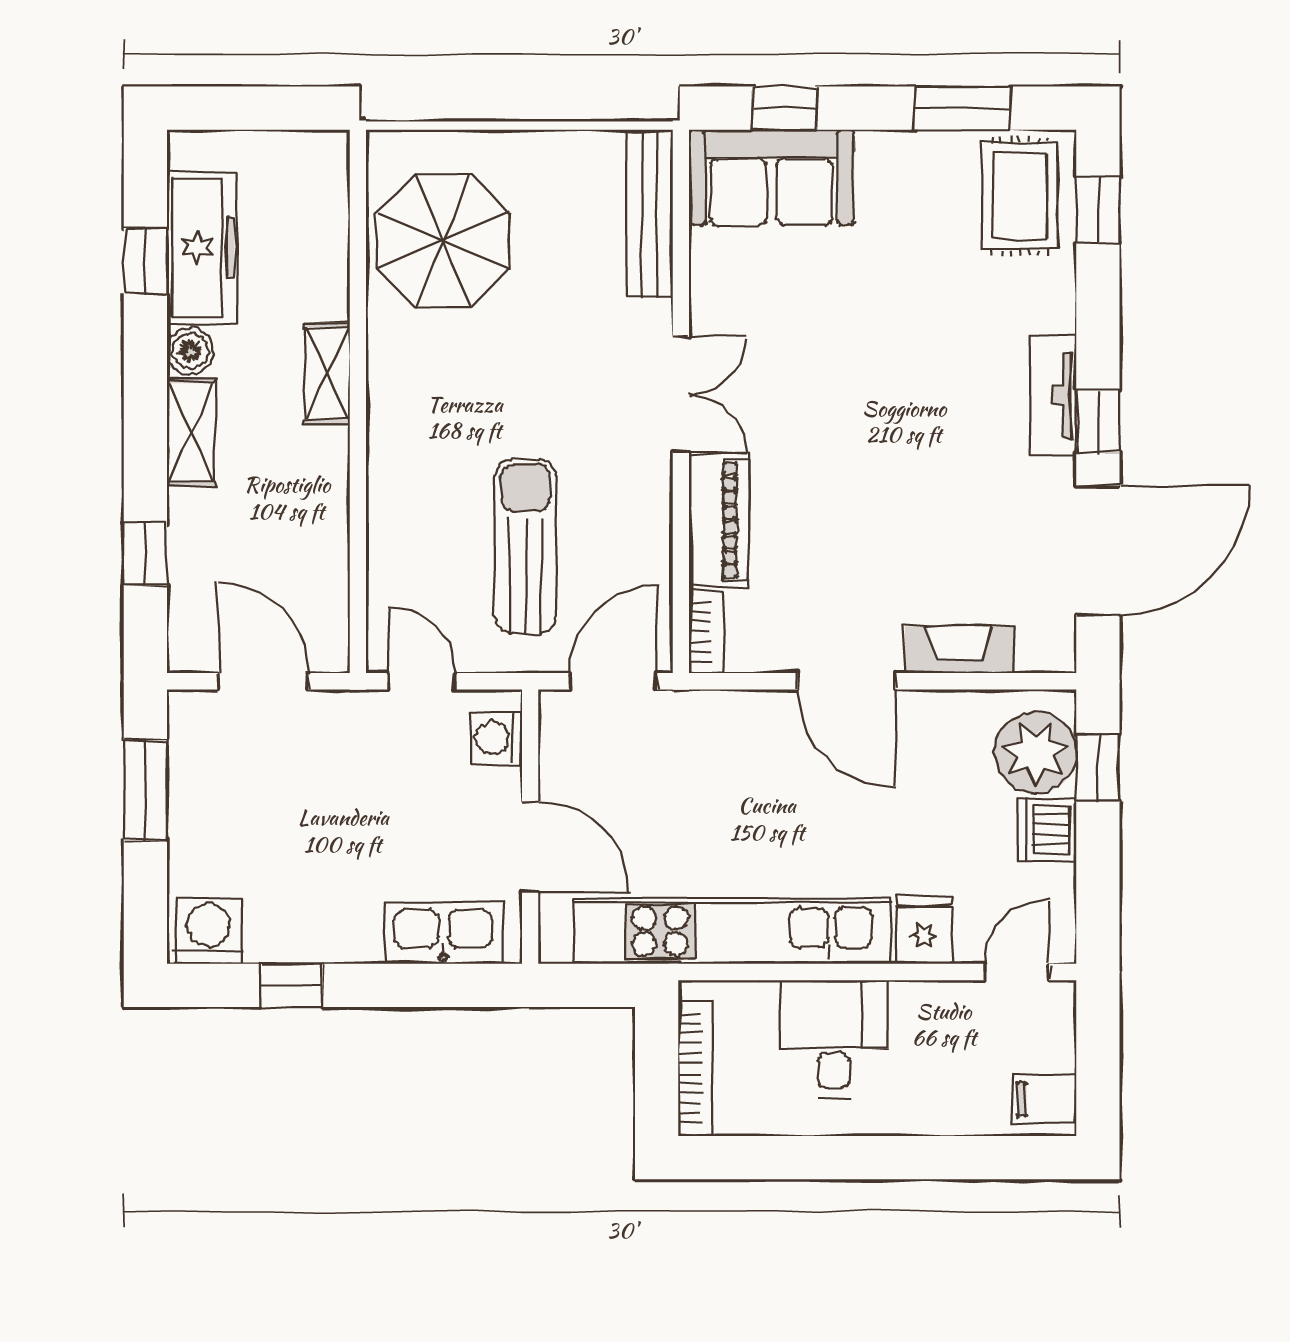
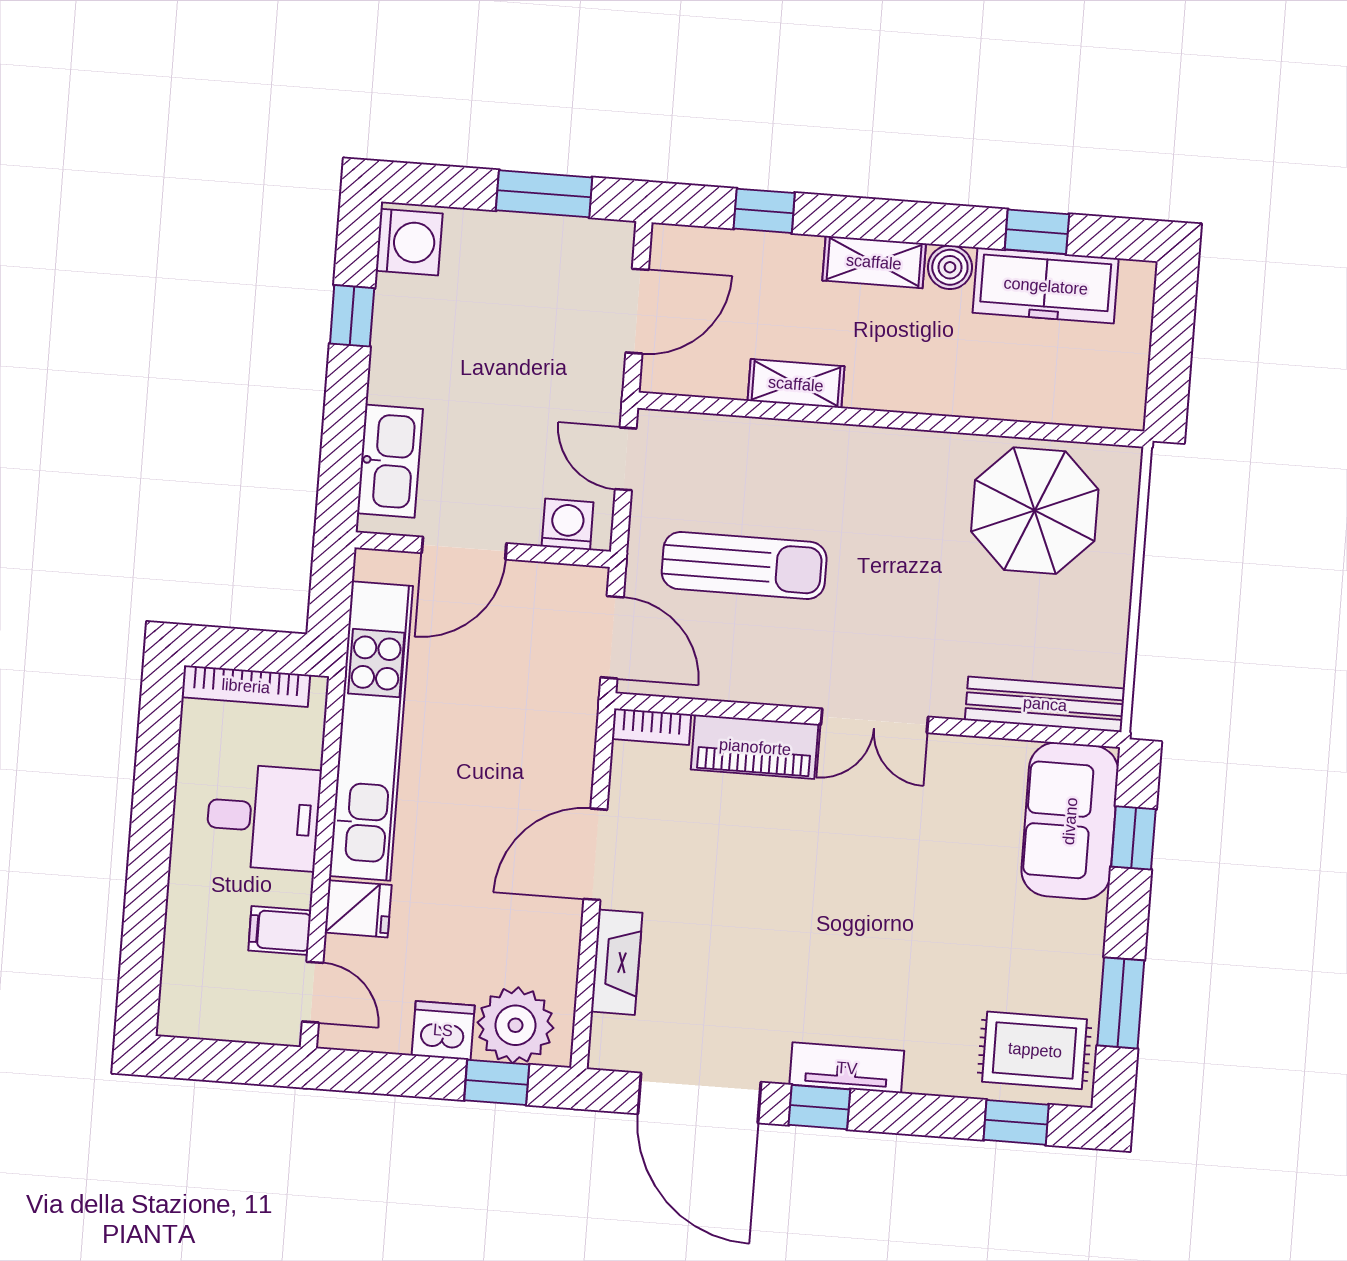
shelving: (327, 373) -> (796, 384), moved
door: (422, 681) -> (626, 459), swing flipped
filing cabinet: (1044, 1099) -> (280, 931), moved, turned -90

